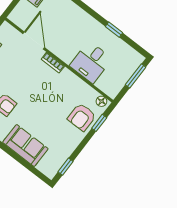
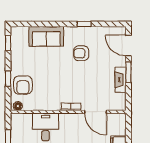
armchair: (82, 117) -> (23, 85), turned 180
window: (99, 123) -> (8, 79), moved

